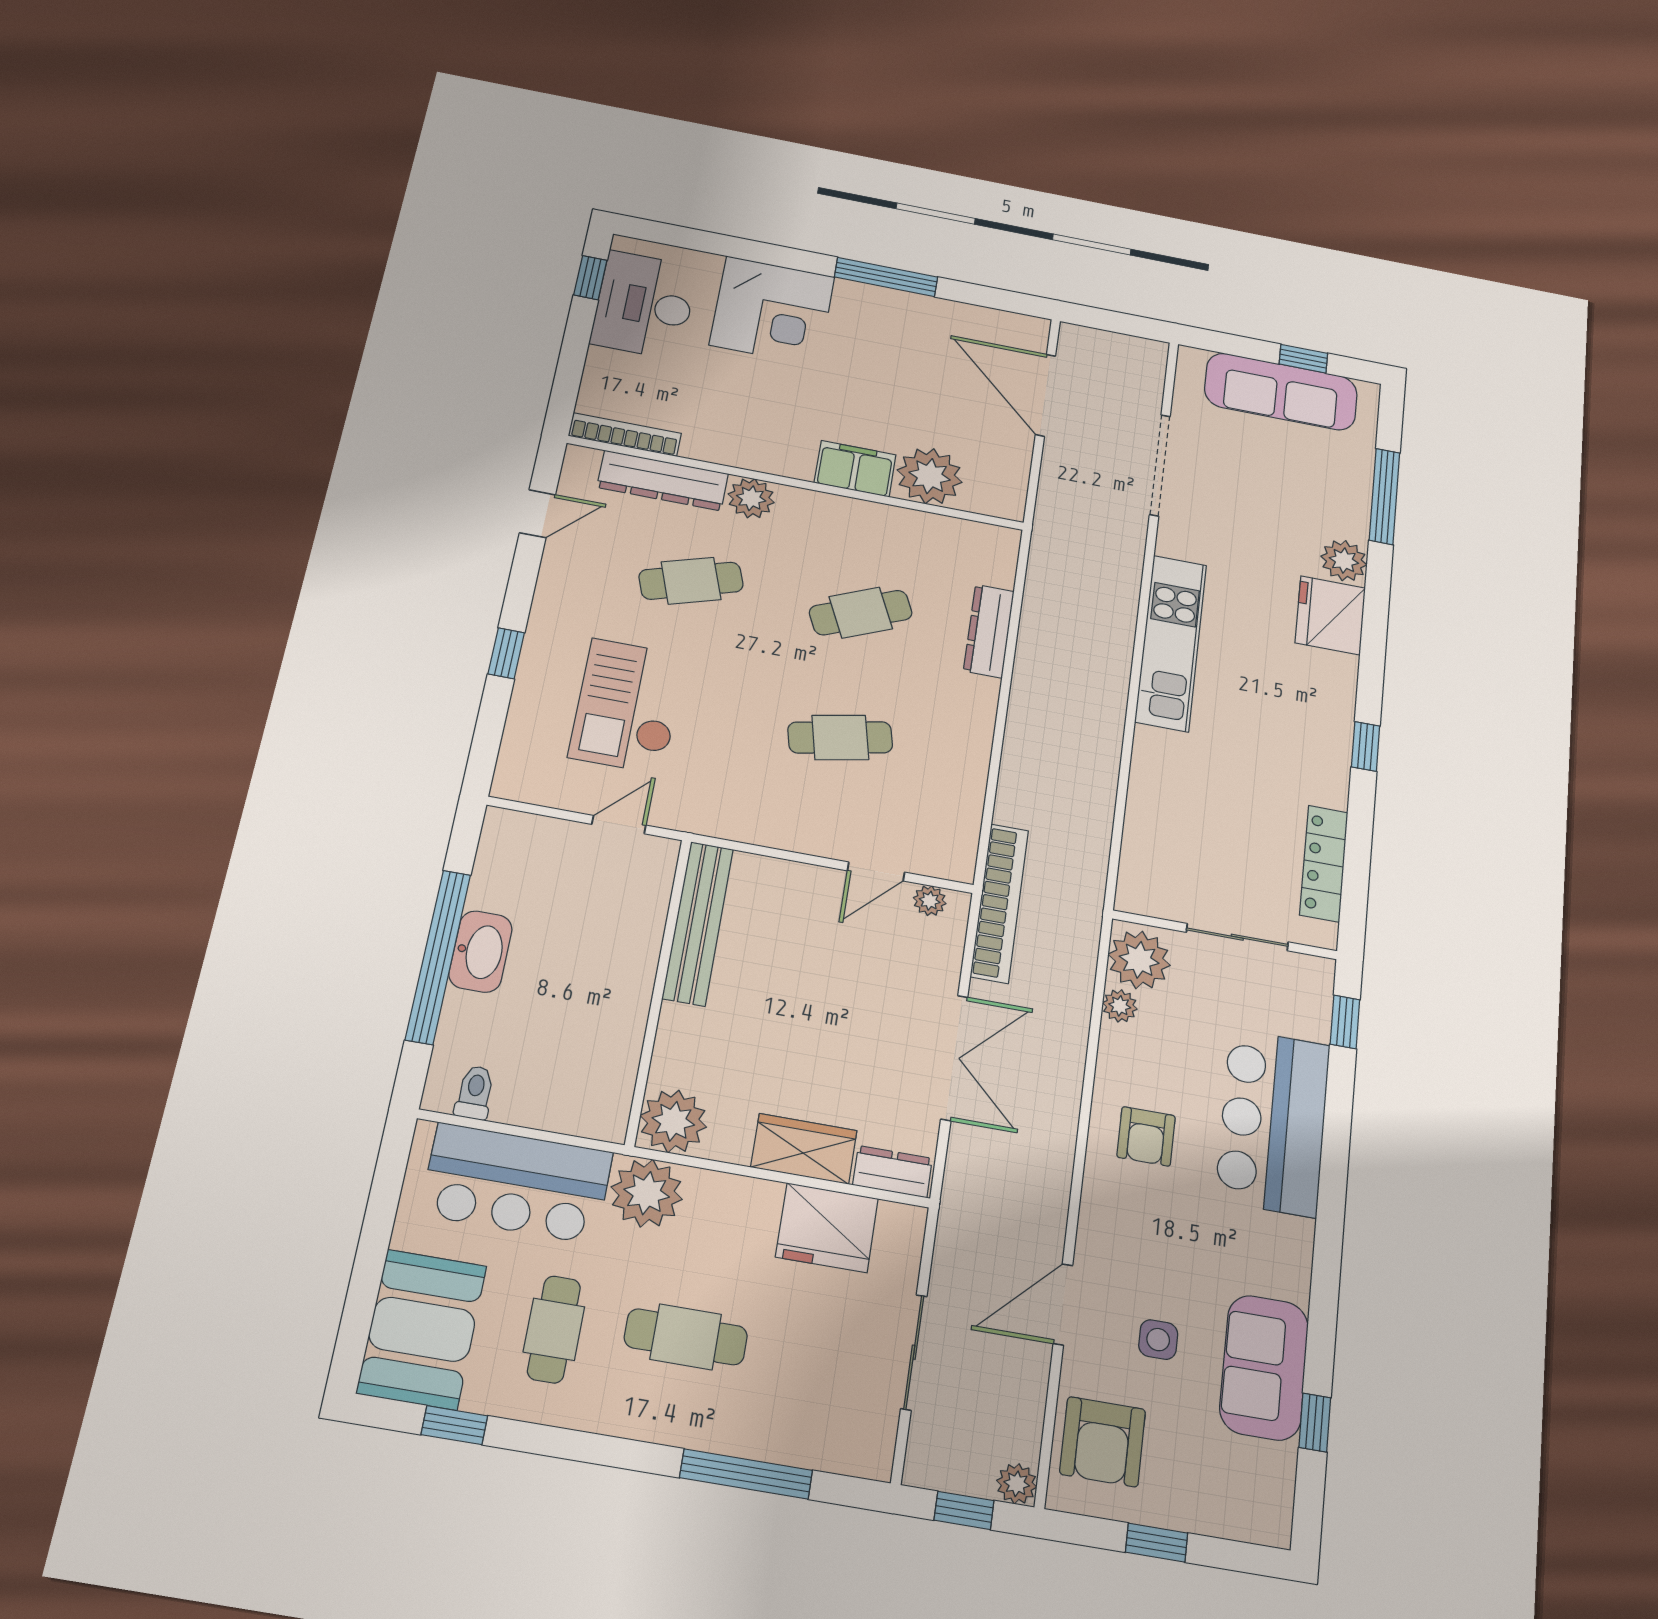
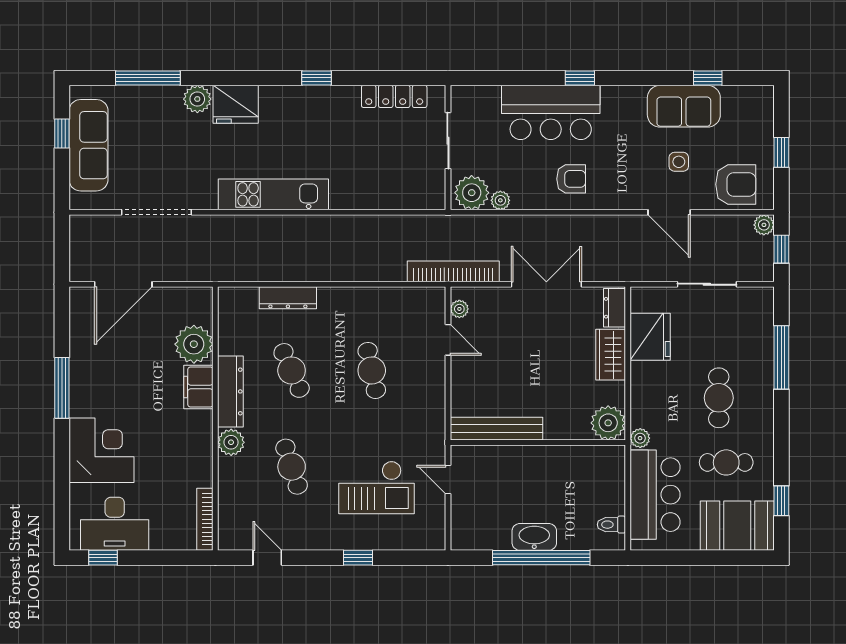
dresser: (663, 480) -> (230, 391), moved
window: (1345, 1022) -> (580, 78), moved
plant: (647, 1193) -> (640, 438), width x0.53, depth x0.53

